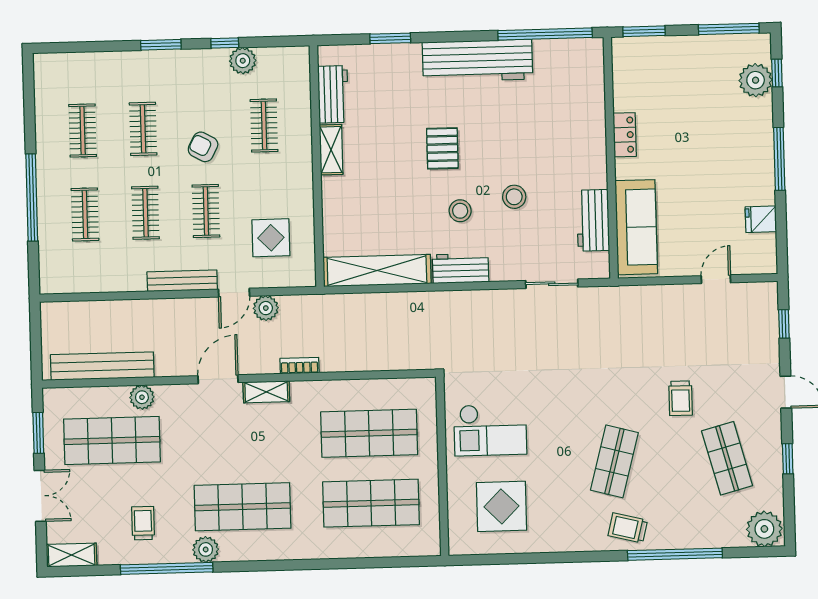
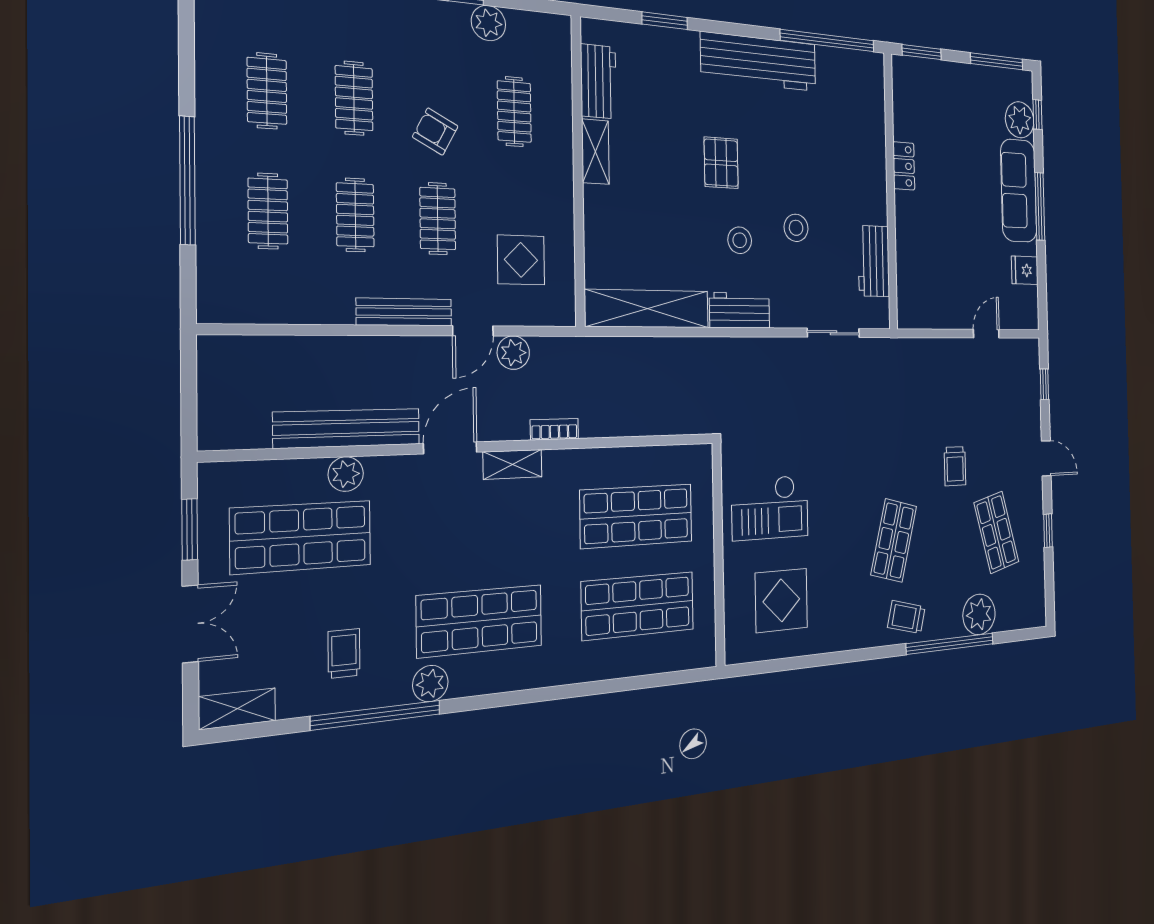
sofa: (636, 227) -> (1019, 191), moved, turned 180
bench: (102, 366) -> (347, 428), moved
plant: (764, 529) -> (979, 614), moved

